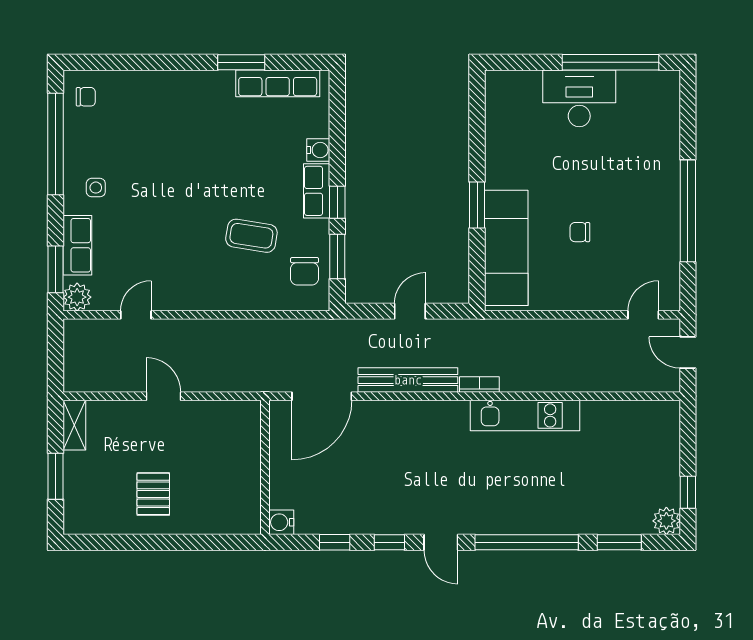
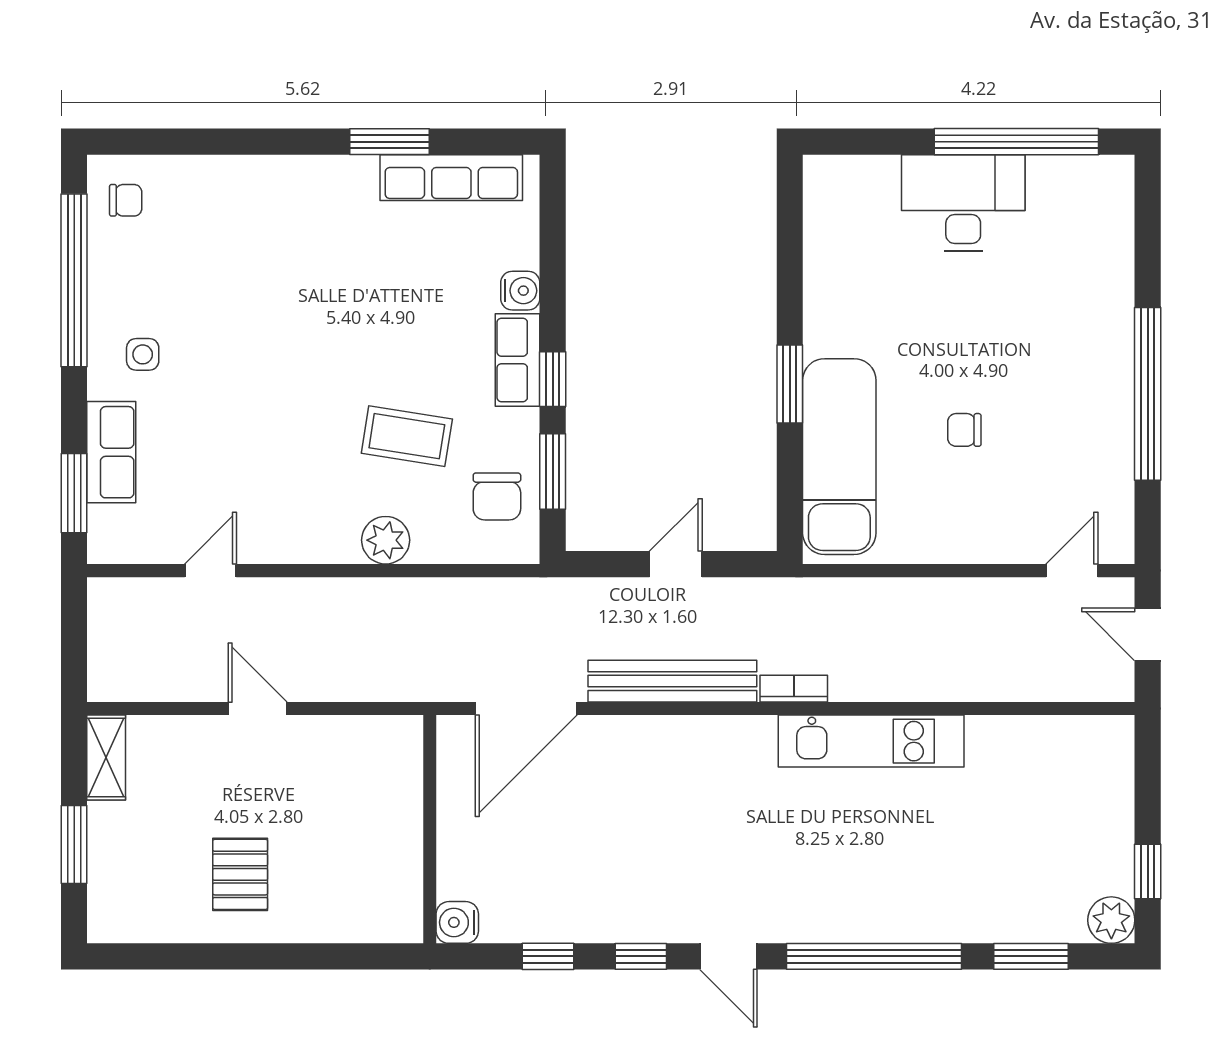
plant: (77, 297) -> (386, 540), moved

